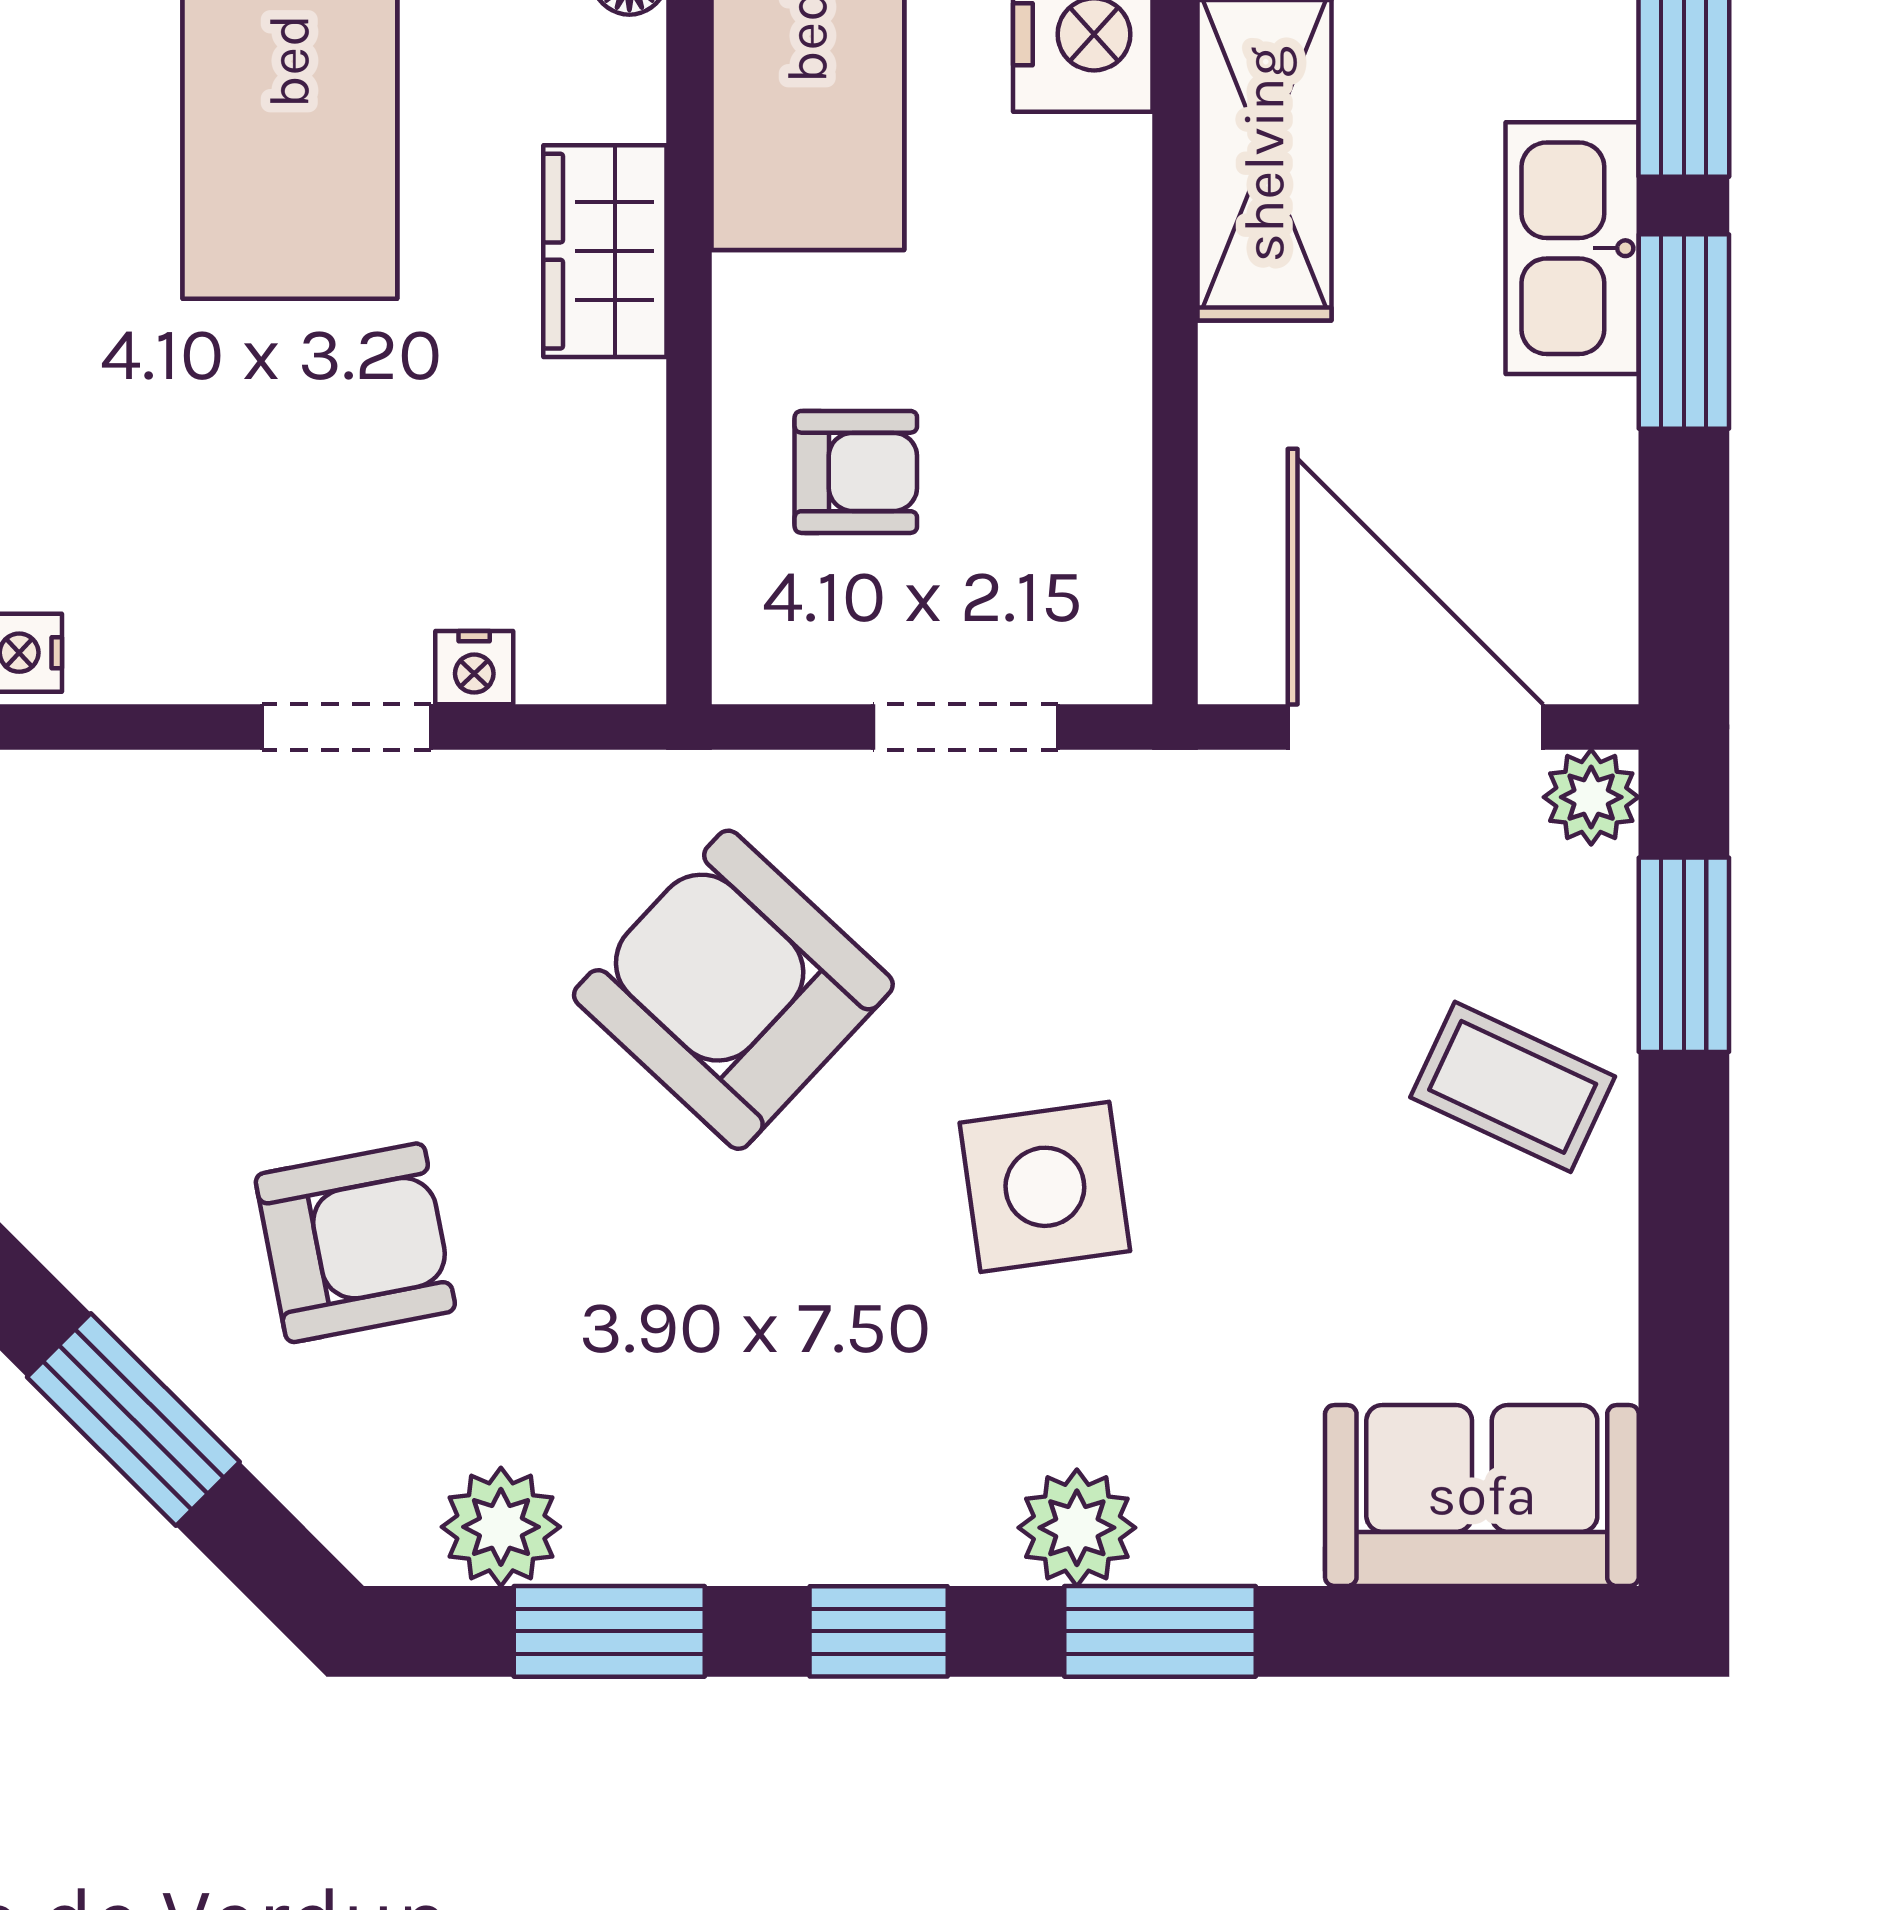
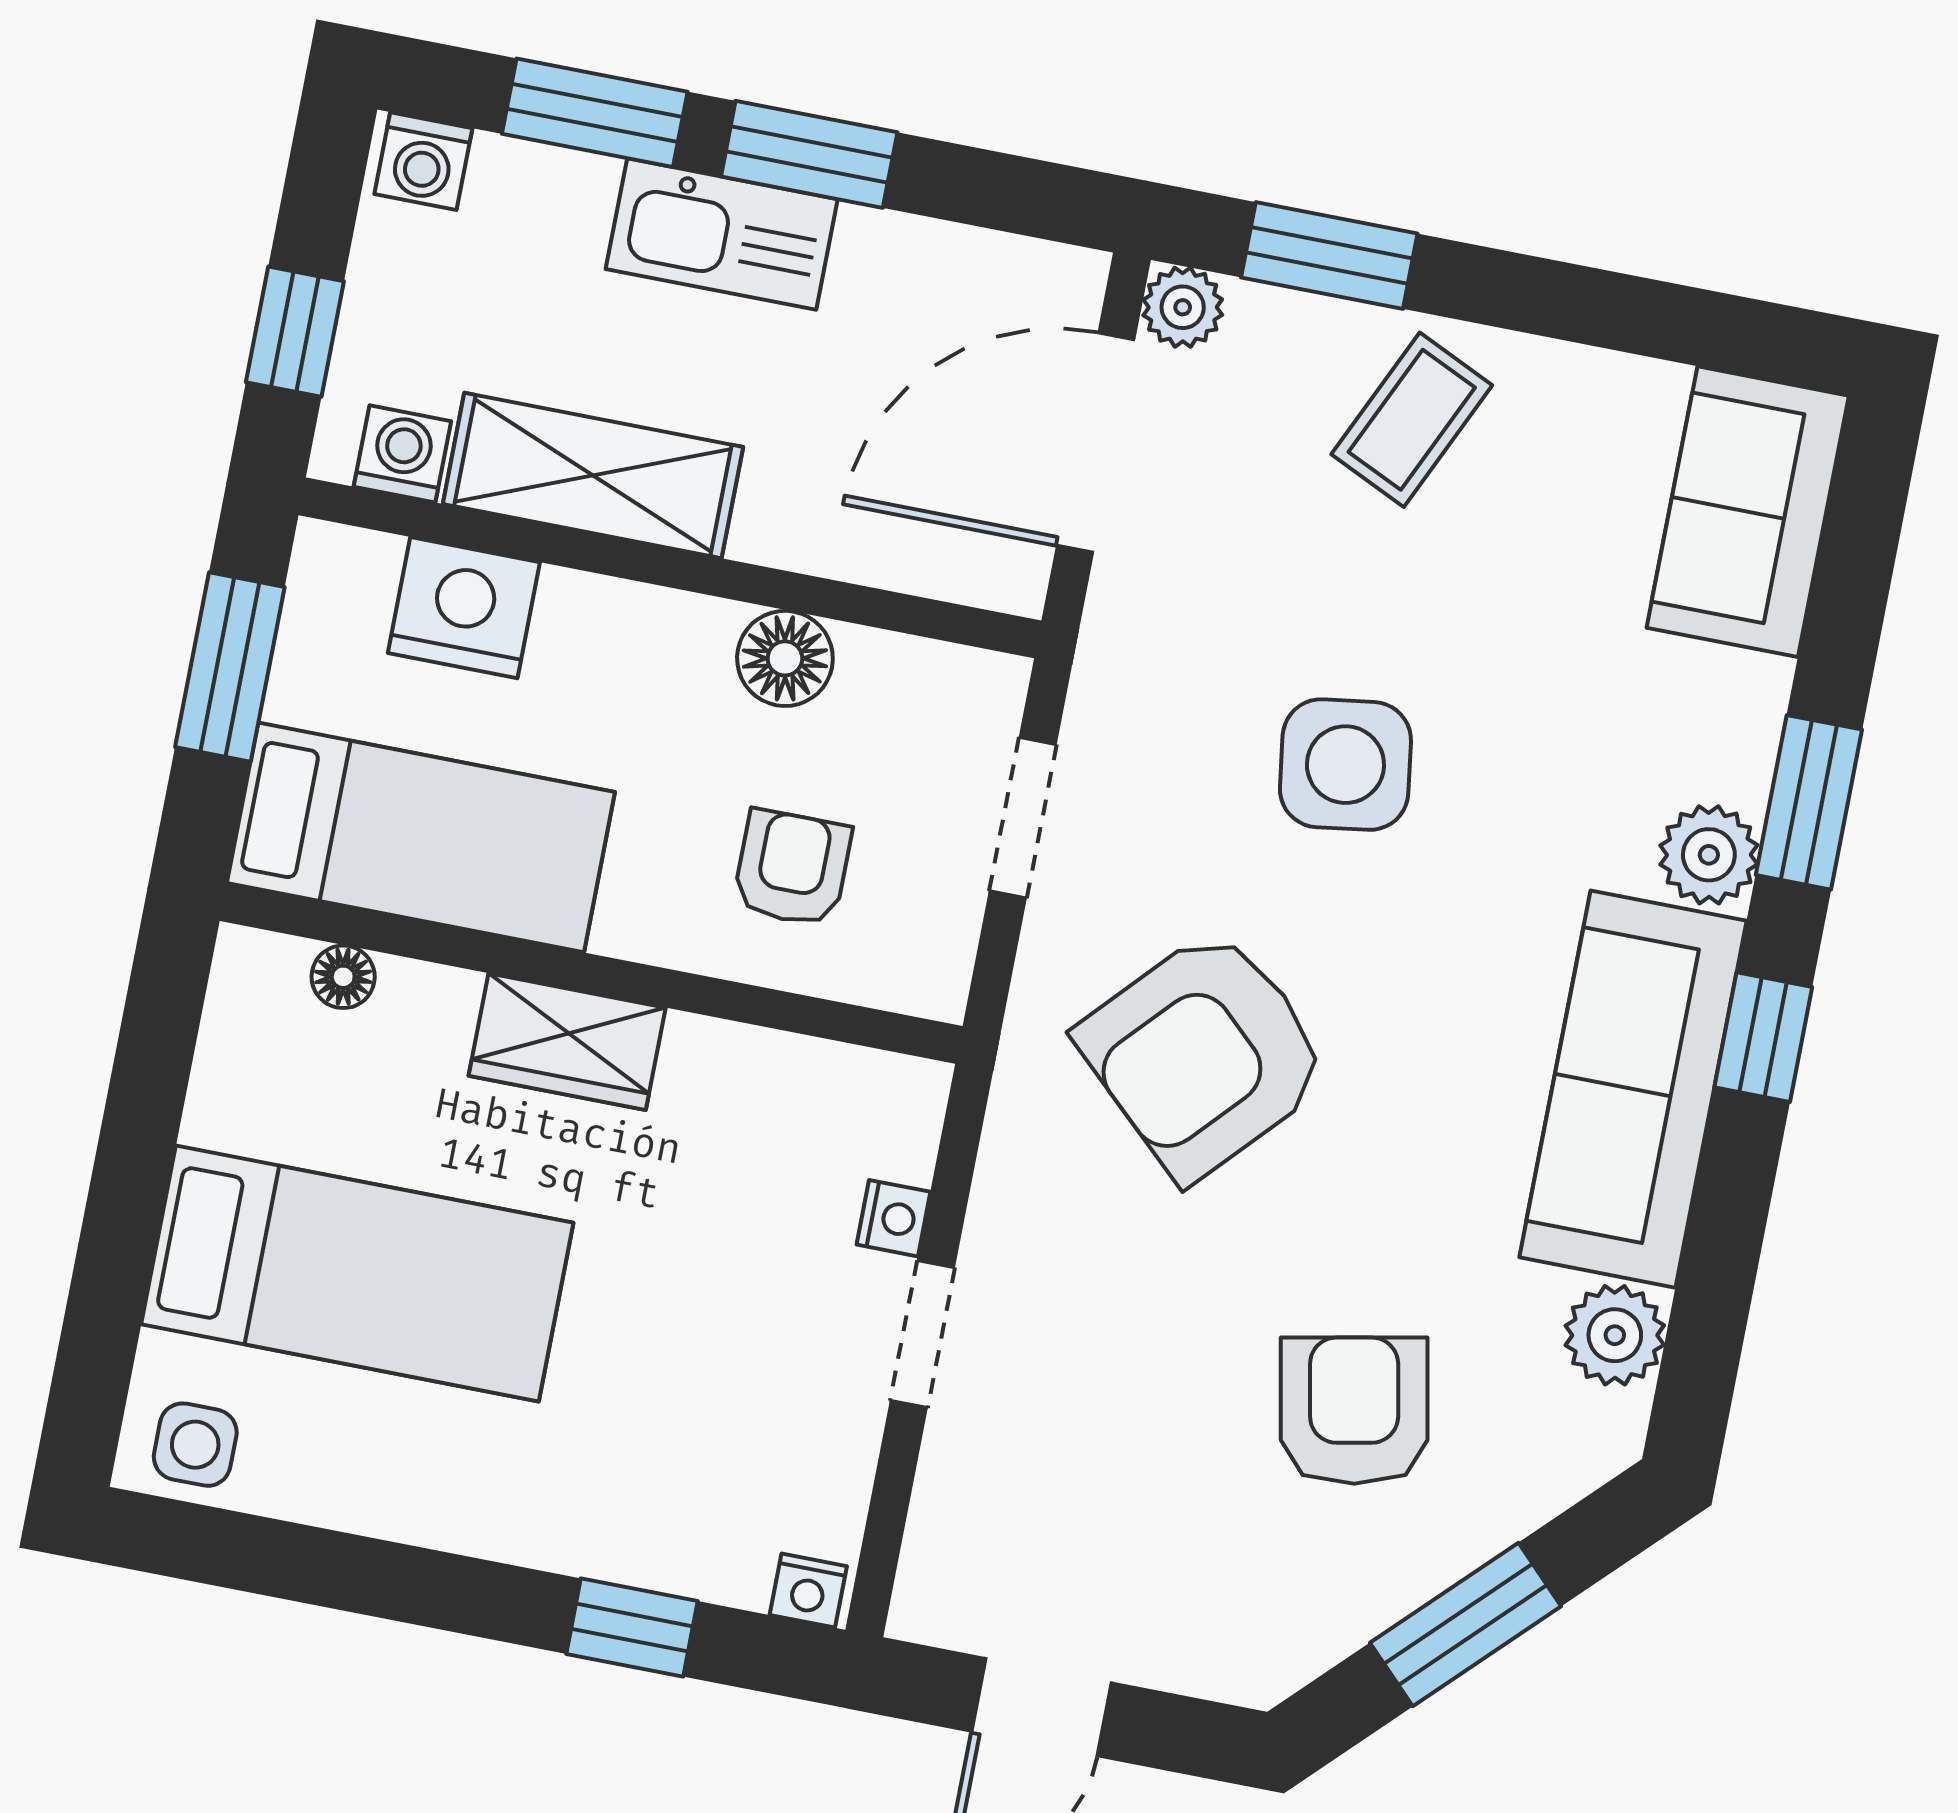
floor lamp: (1096, 417) -> (785, 658), added
side table: (1045, 1187) -> (1345, 765), moved
sofa: (789, 1493) -> (1633, 1089), added
window: (609, 1631) -> (1720, 1262), removed

